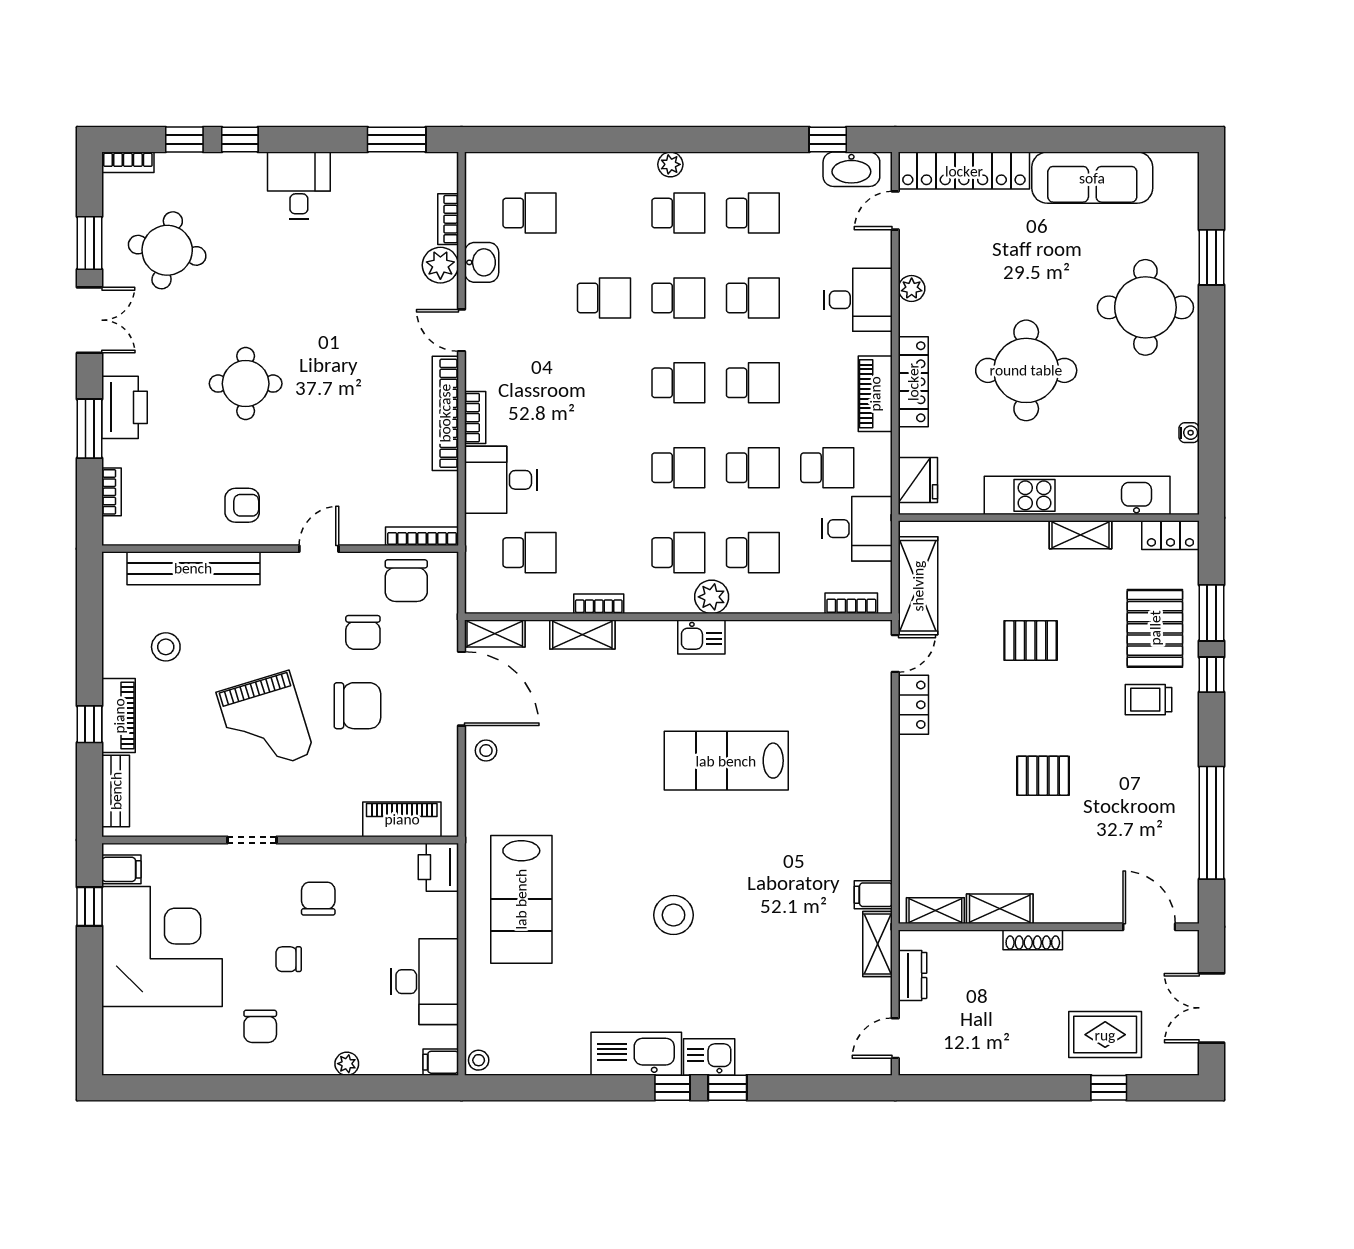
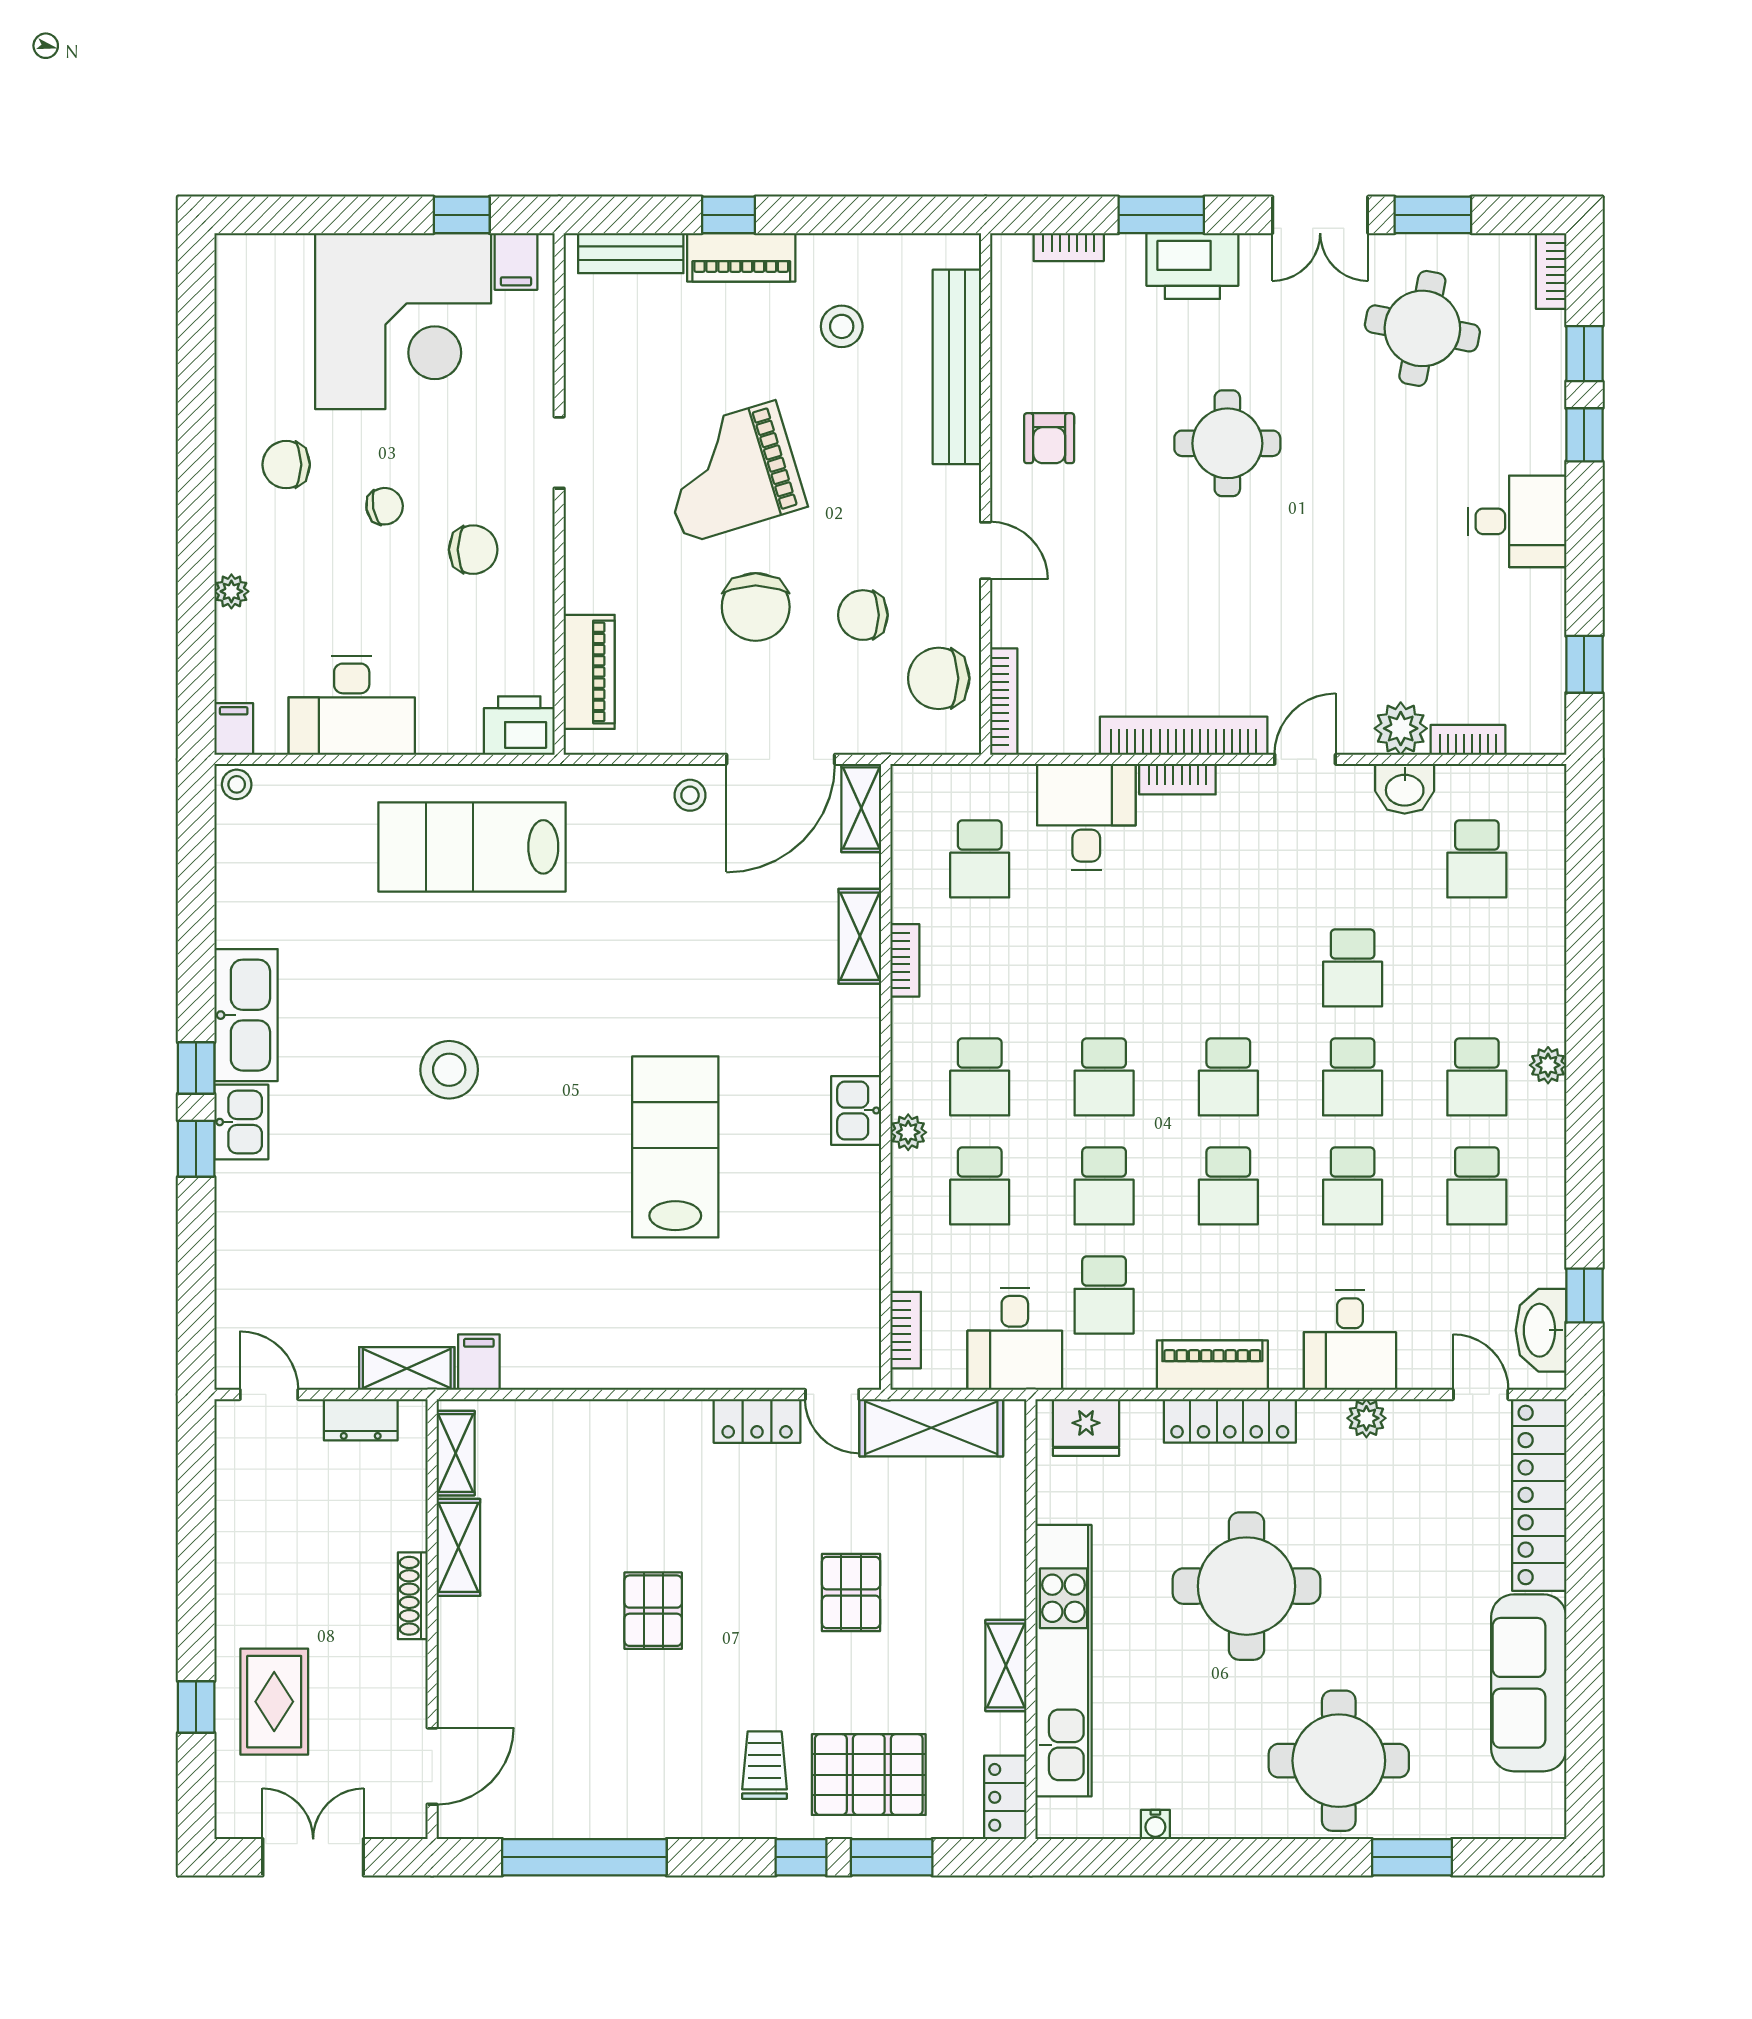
window: (397, 140) -> (1584, 664), width x0.67
plant: (712, 597) -> (908, 1132), width x0.73, depth x0.73
chair: (289, 959) -> (385, 506), turned 79

